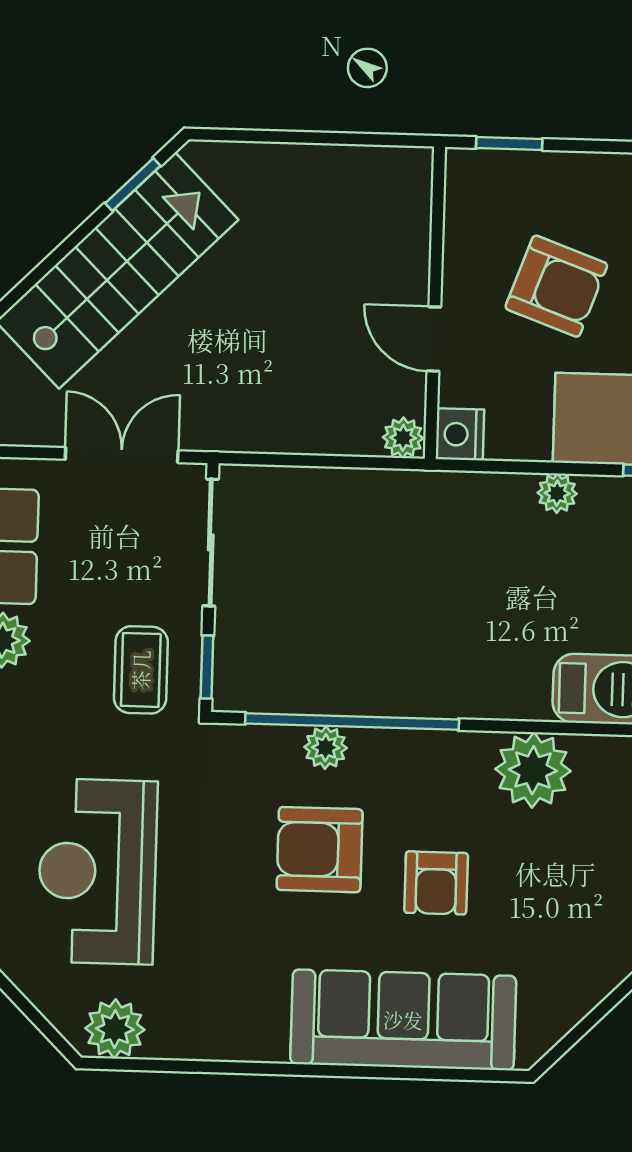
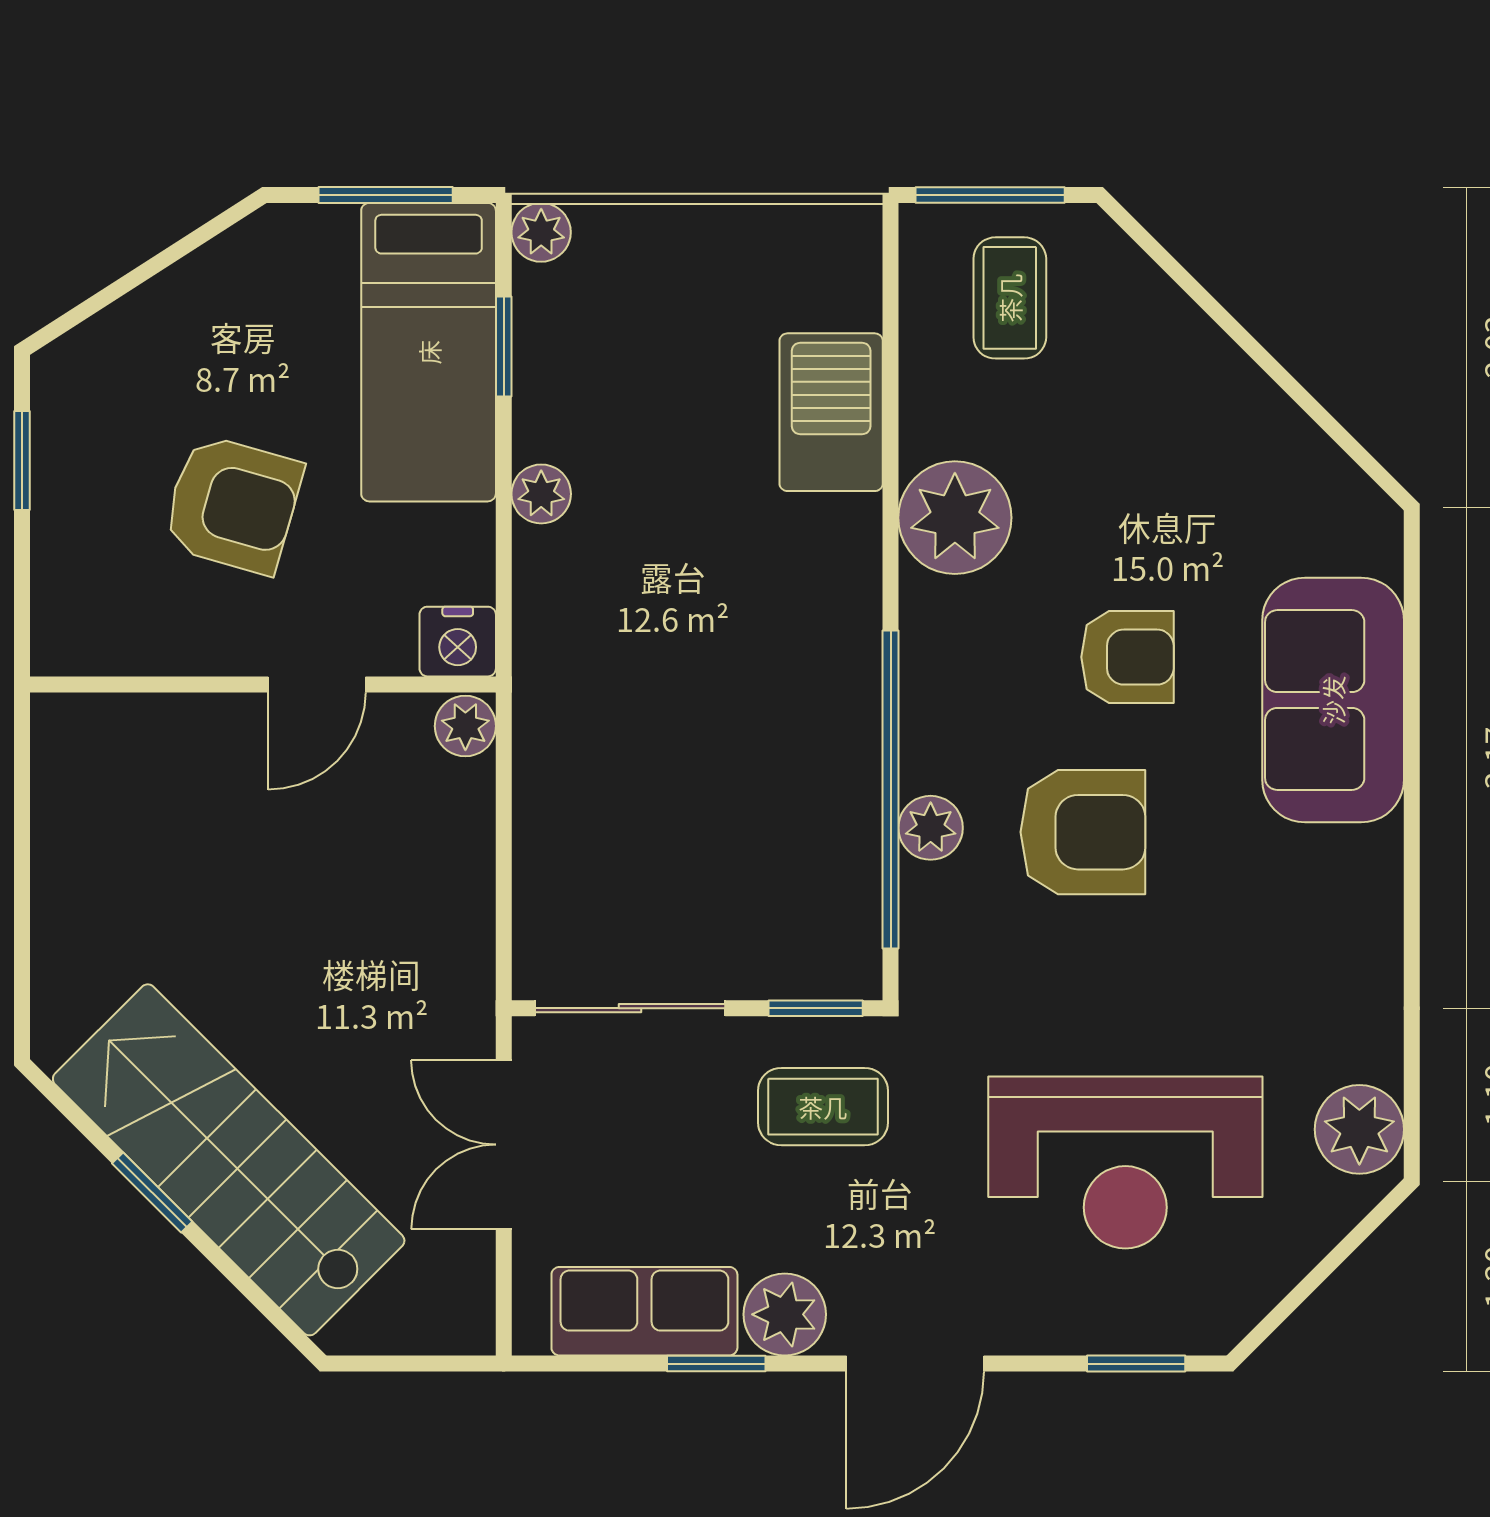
window: (509, 143) -> (22, 460), moved
window: (133, 185) -> (152, 1192), moved
armchair: (556, 286) -> (233, 504), turned 86
armchair: (320, 850) -> (1083, 832), turned -90
sofa: (403, 1020) -> (1333, 700), width x0.73

